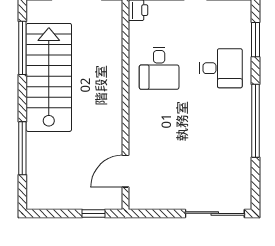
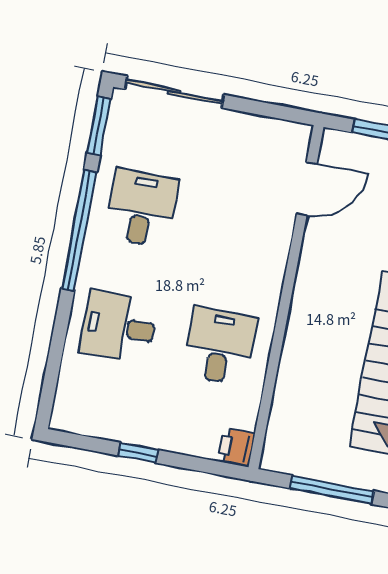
window: (256, 40) -> (99, 126), moved
desk: (221, 141) -> (142, 208), added

